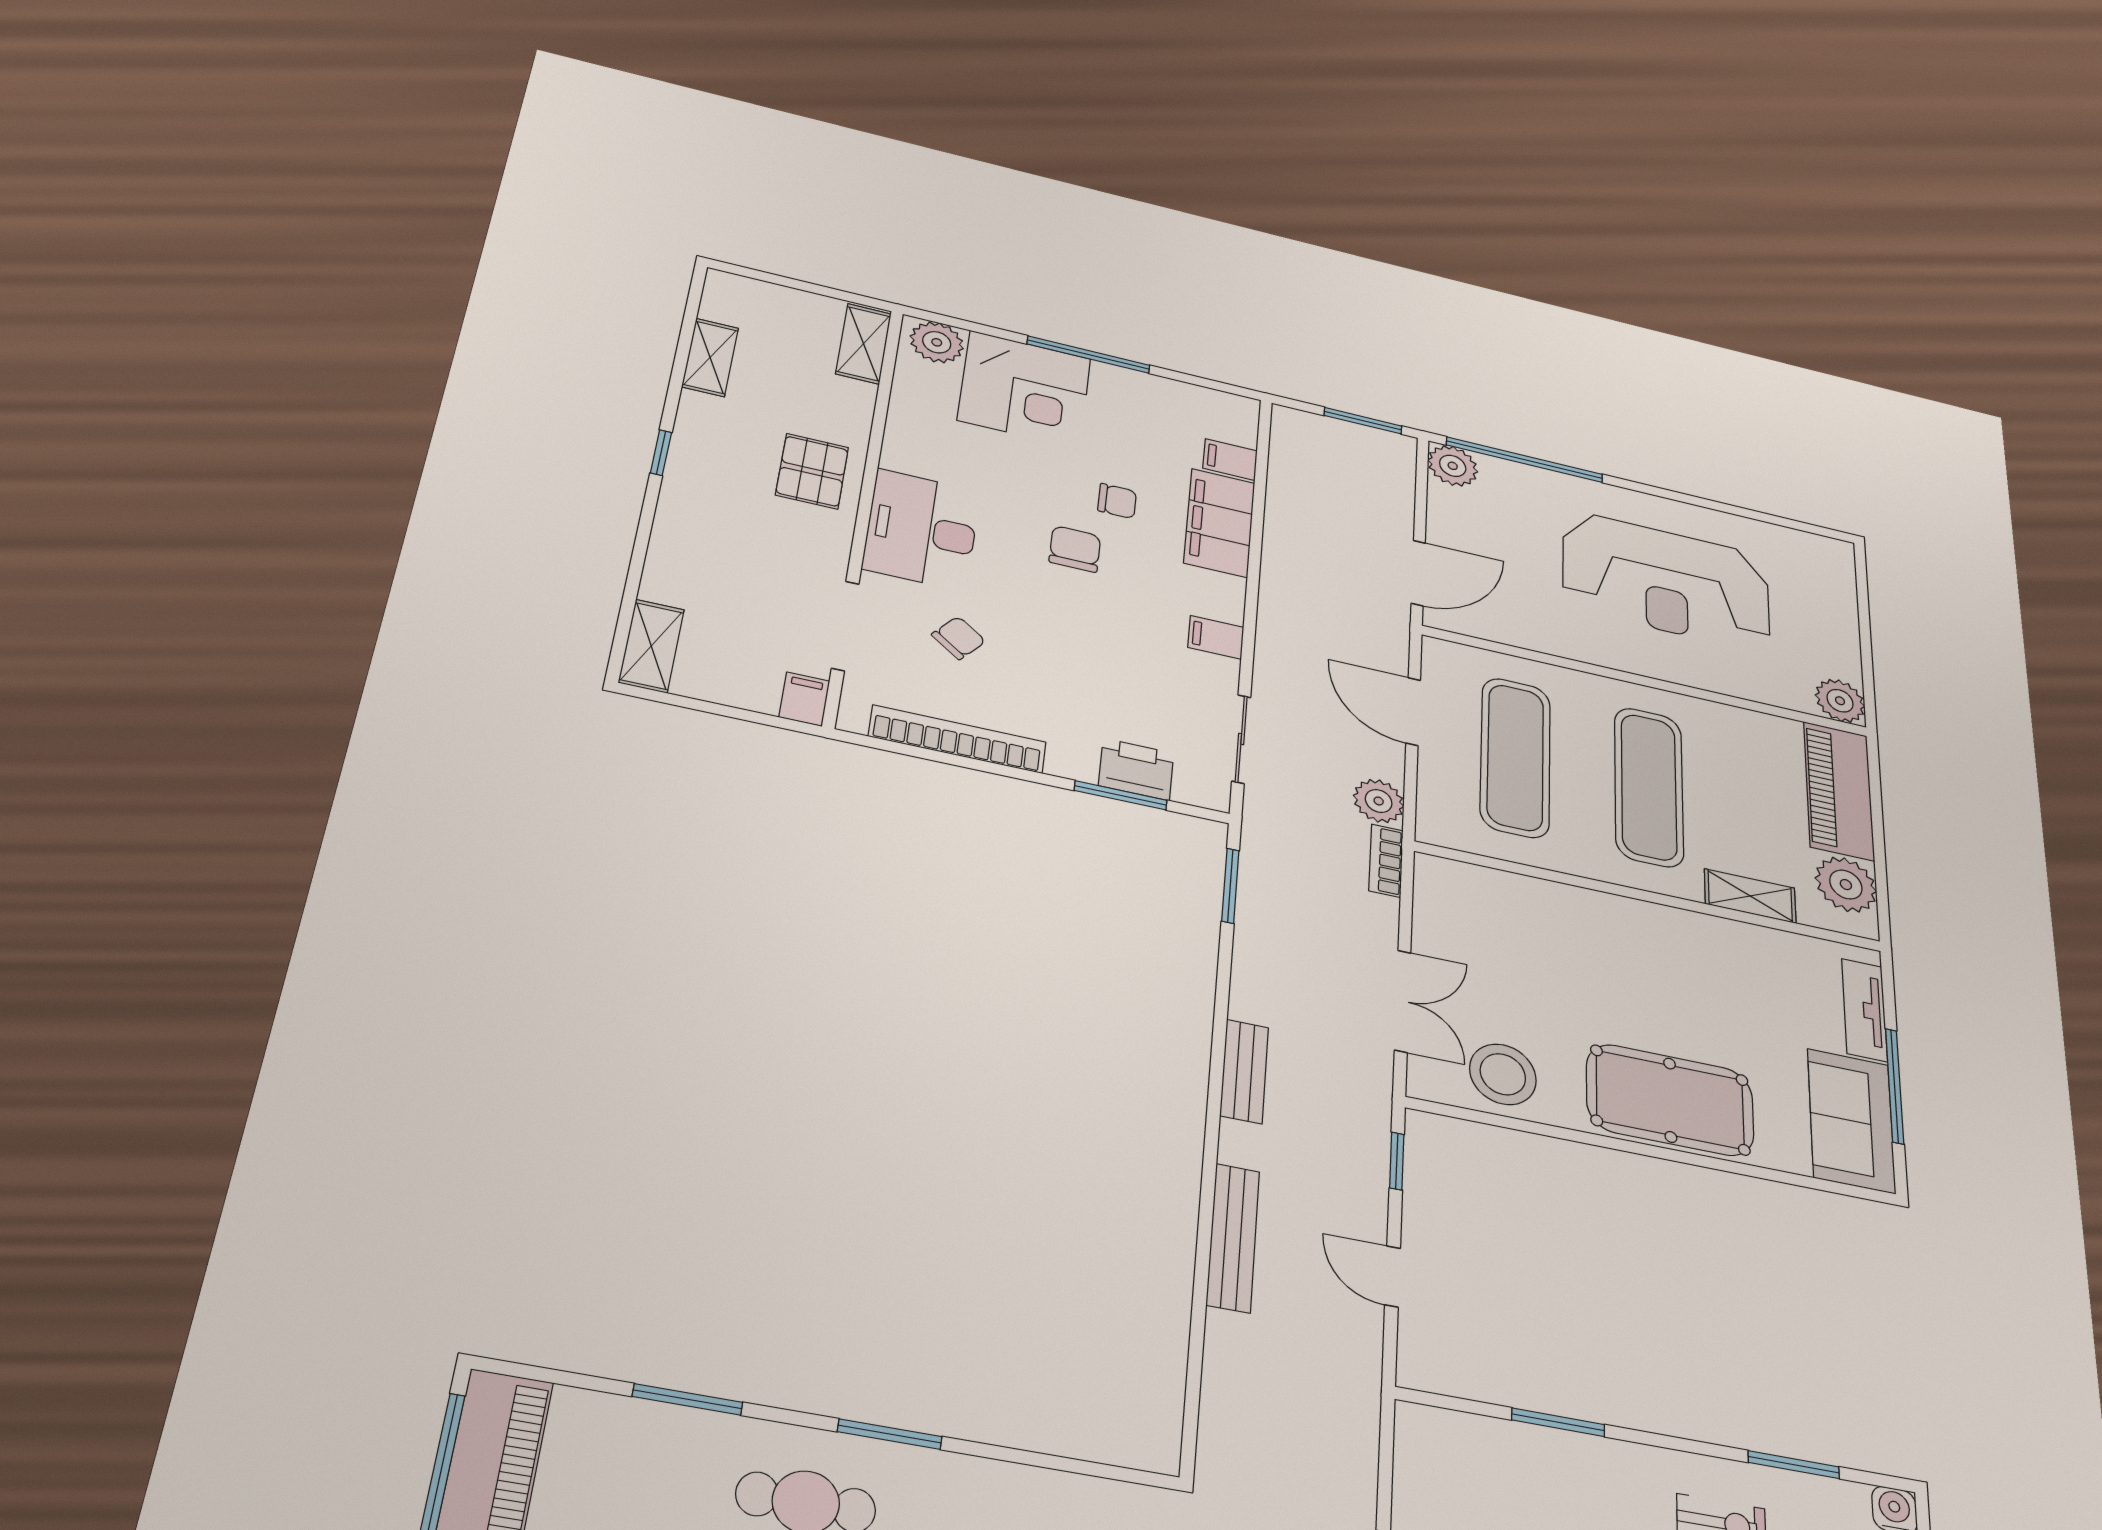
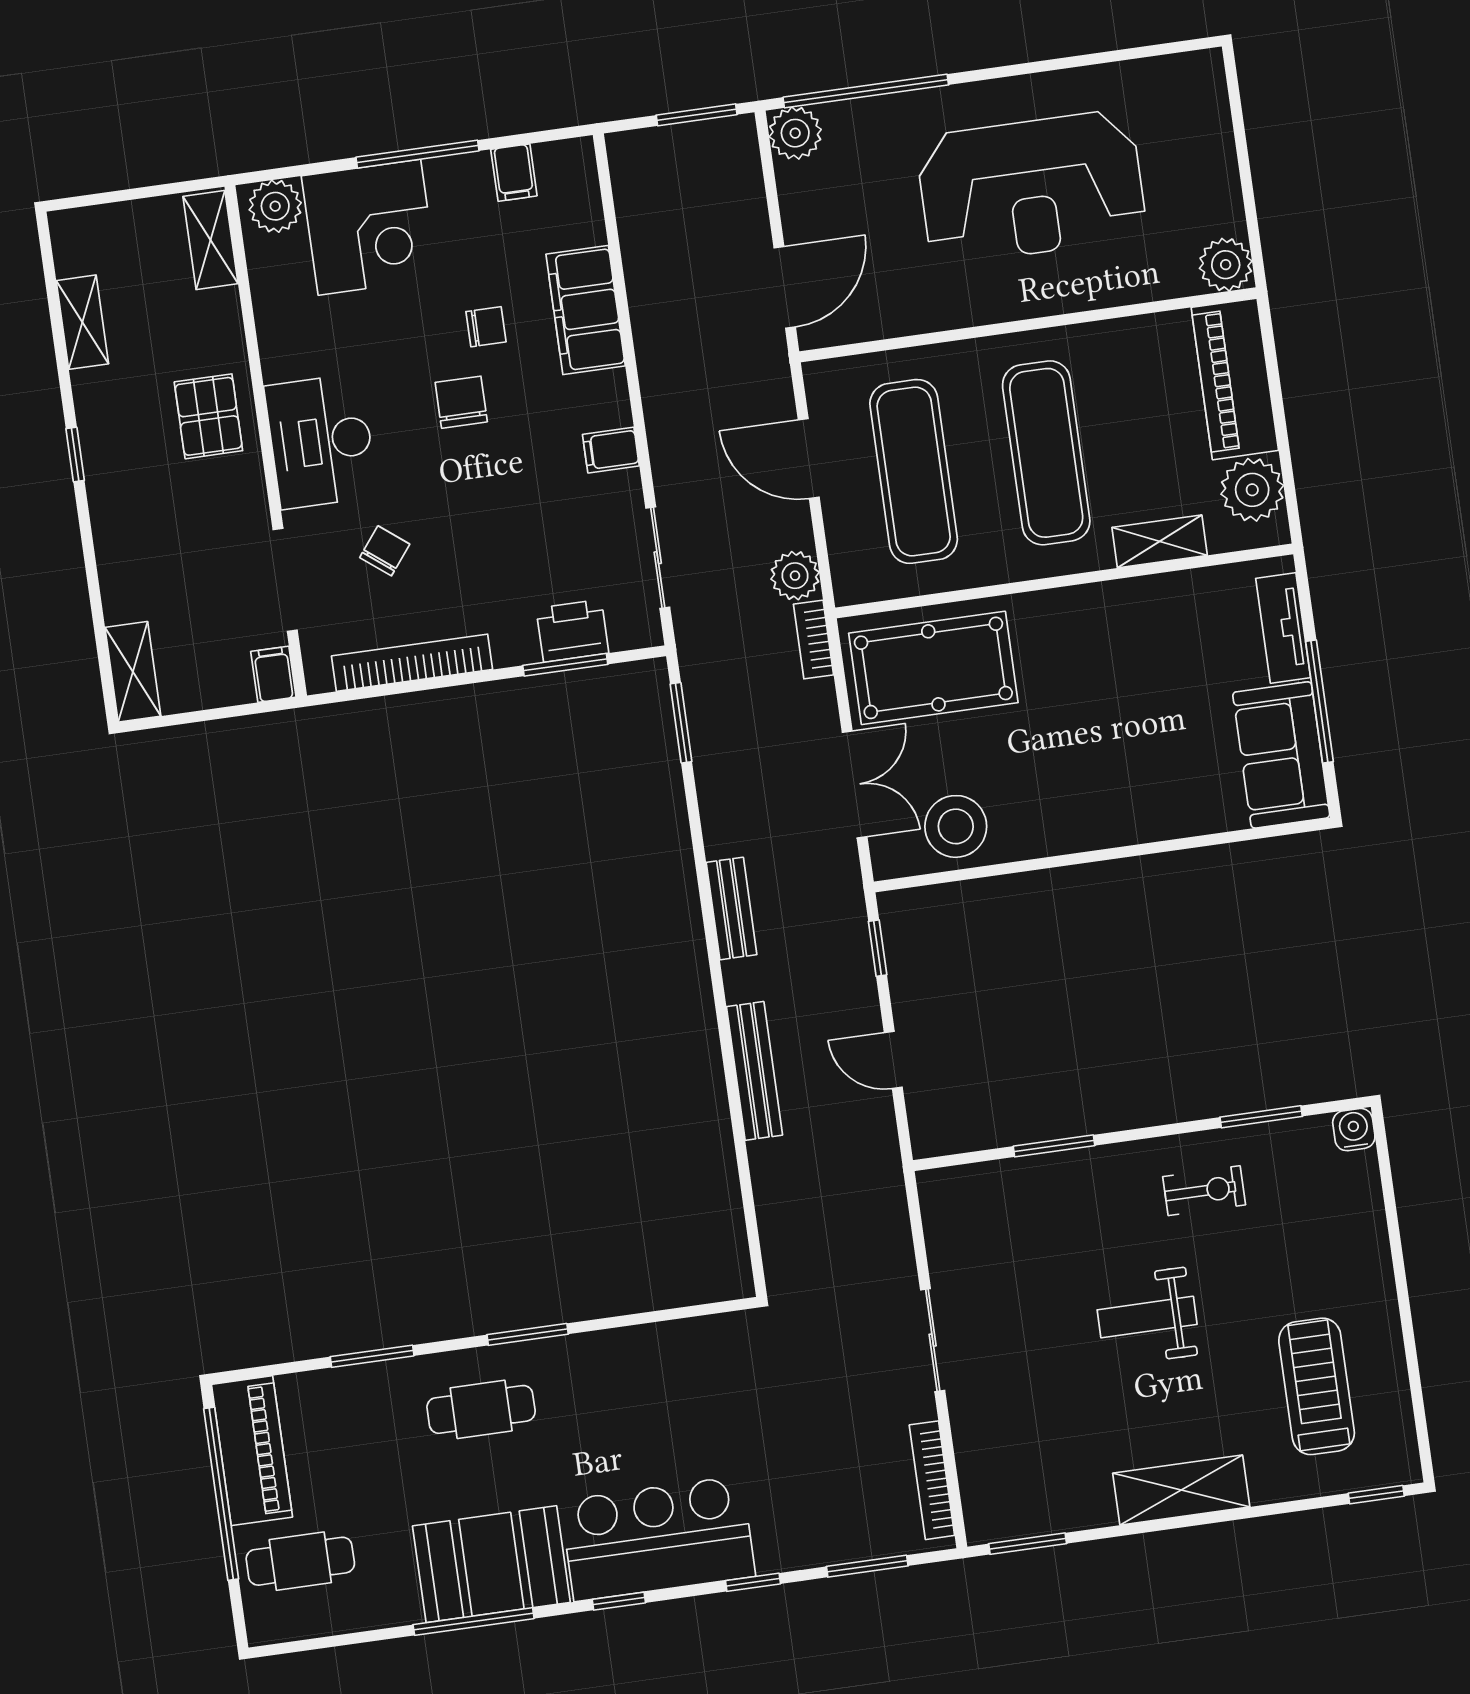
filing cabinet: (1230, 459) -> (514, 173), moved, turned -90
pool table: (1670, 1100) -> (933, 668), moved

